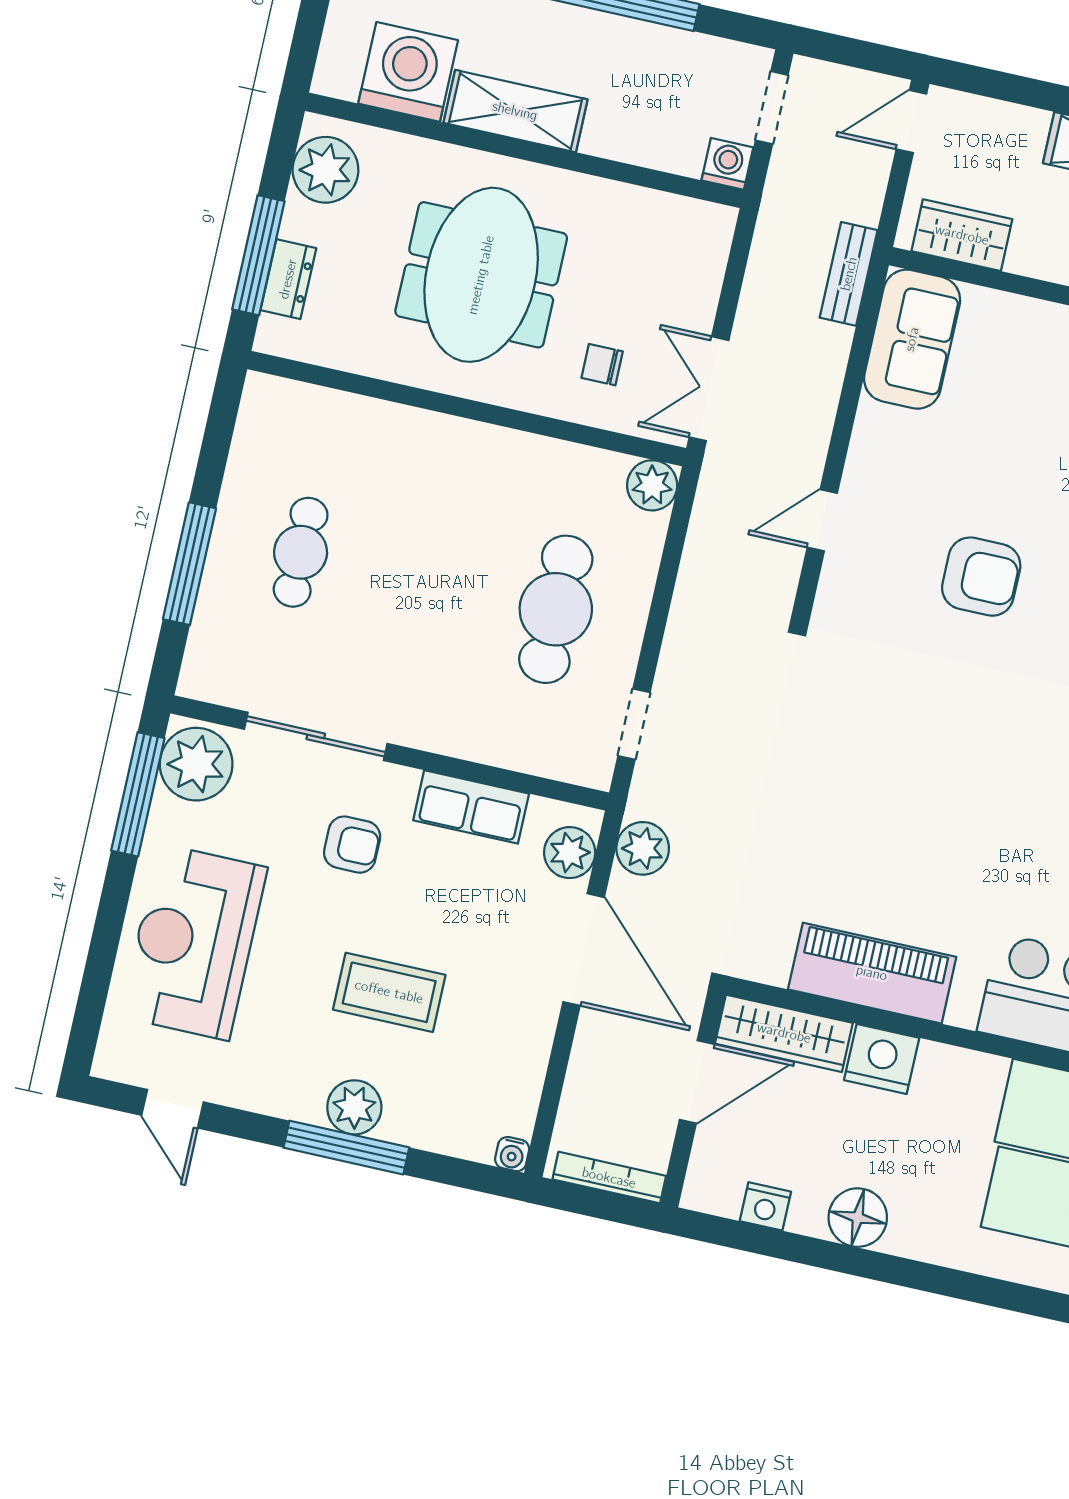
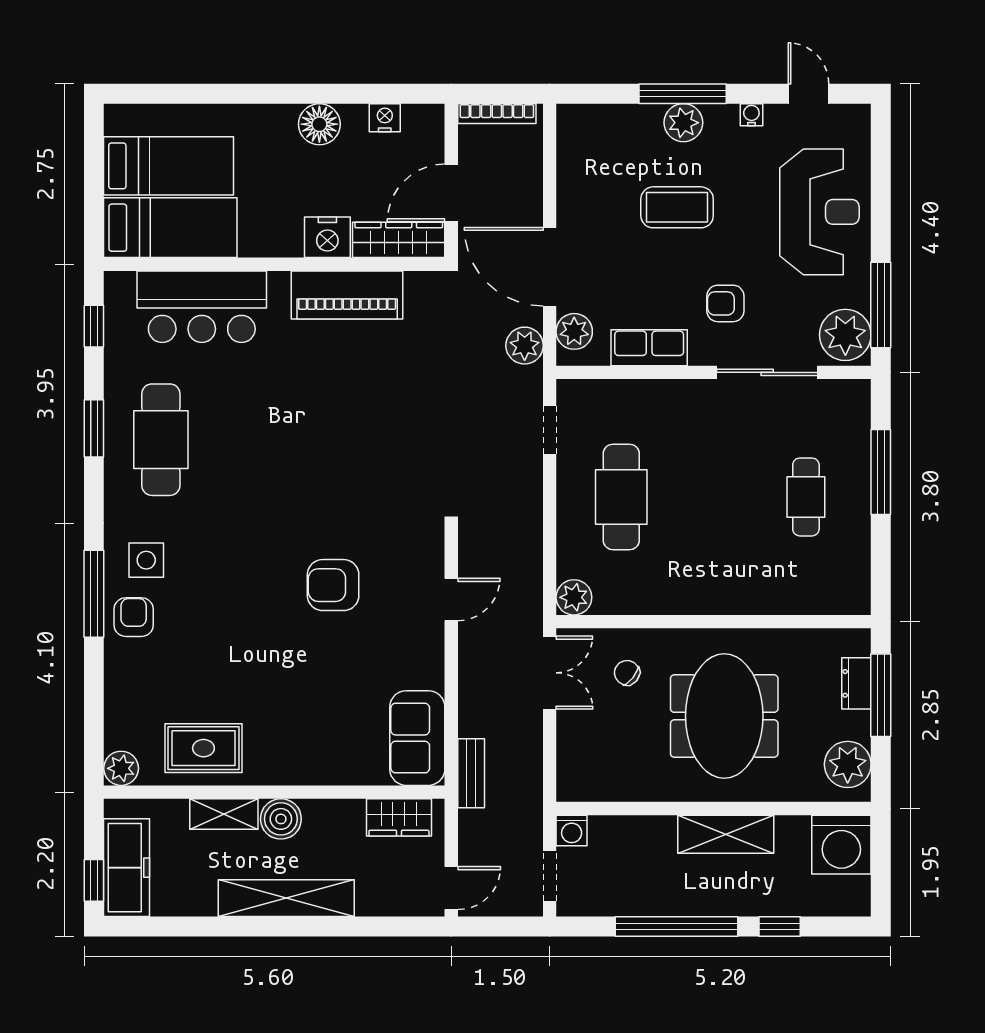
washing machine: (408, 72) -> (841, 845), moved
chair: (602, 365) -> (627, 673), turned -141
water cooler: (512, 1154) -> (751, 115), moved

